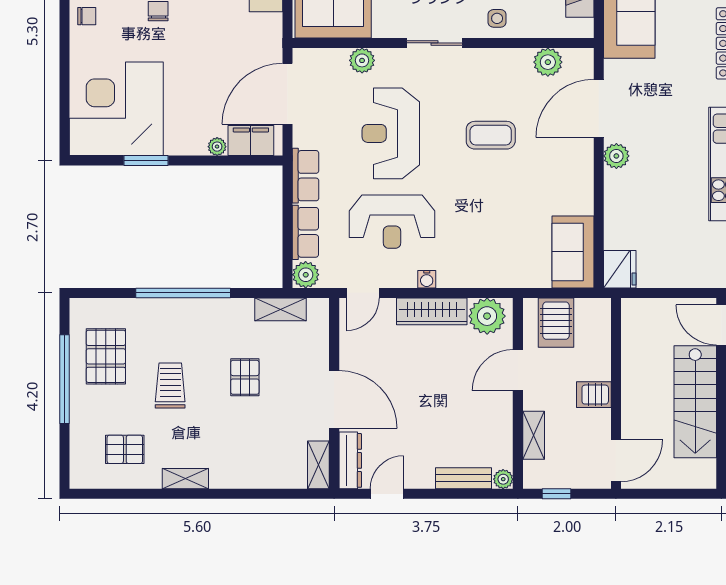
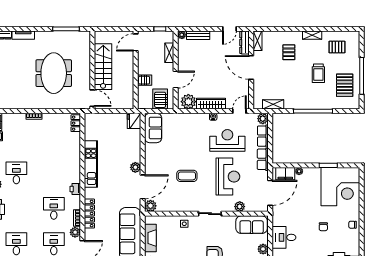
plant: (548, 62) -> (150, 206), moved
pallet: (245, 377) -> (289, 52), moved
server rack: (594, 395) -> (145, 80), moved

